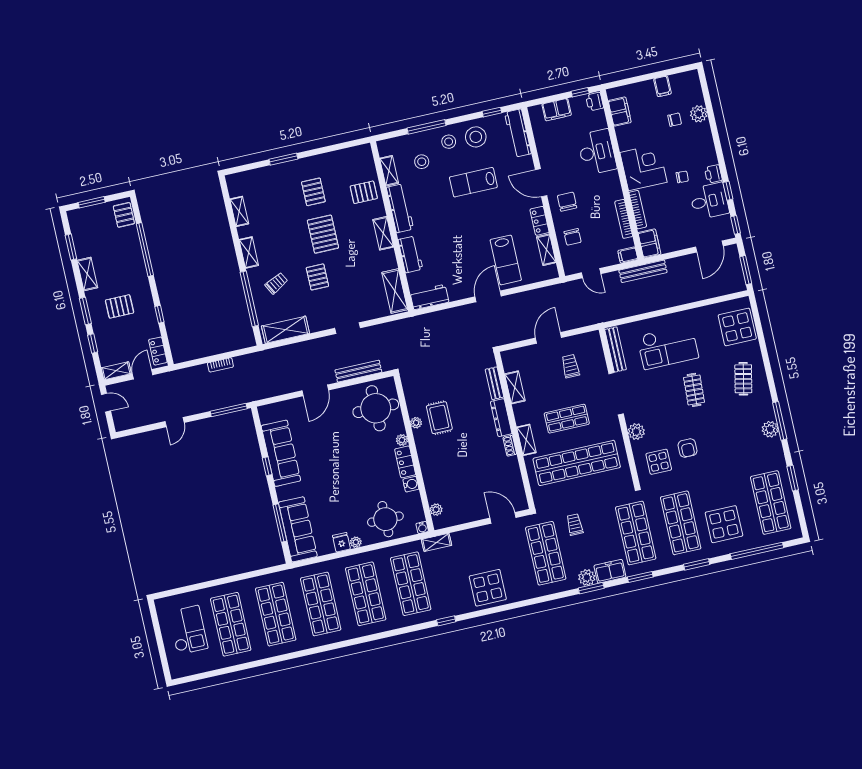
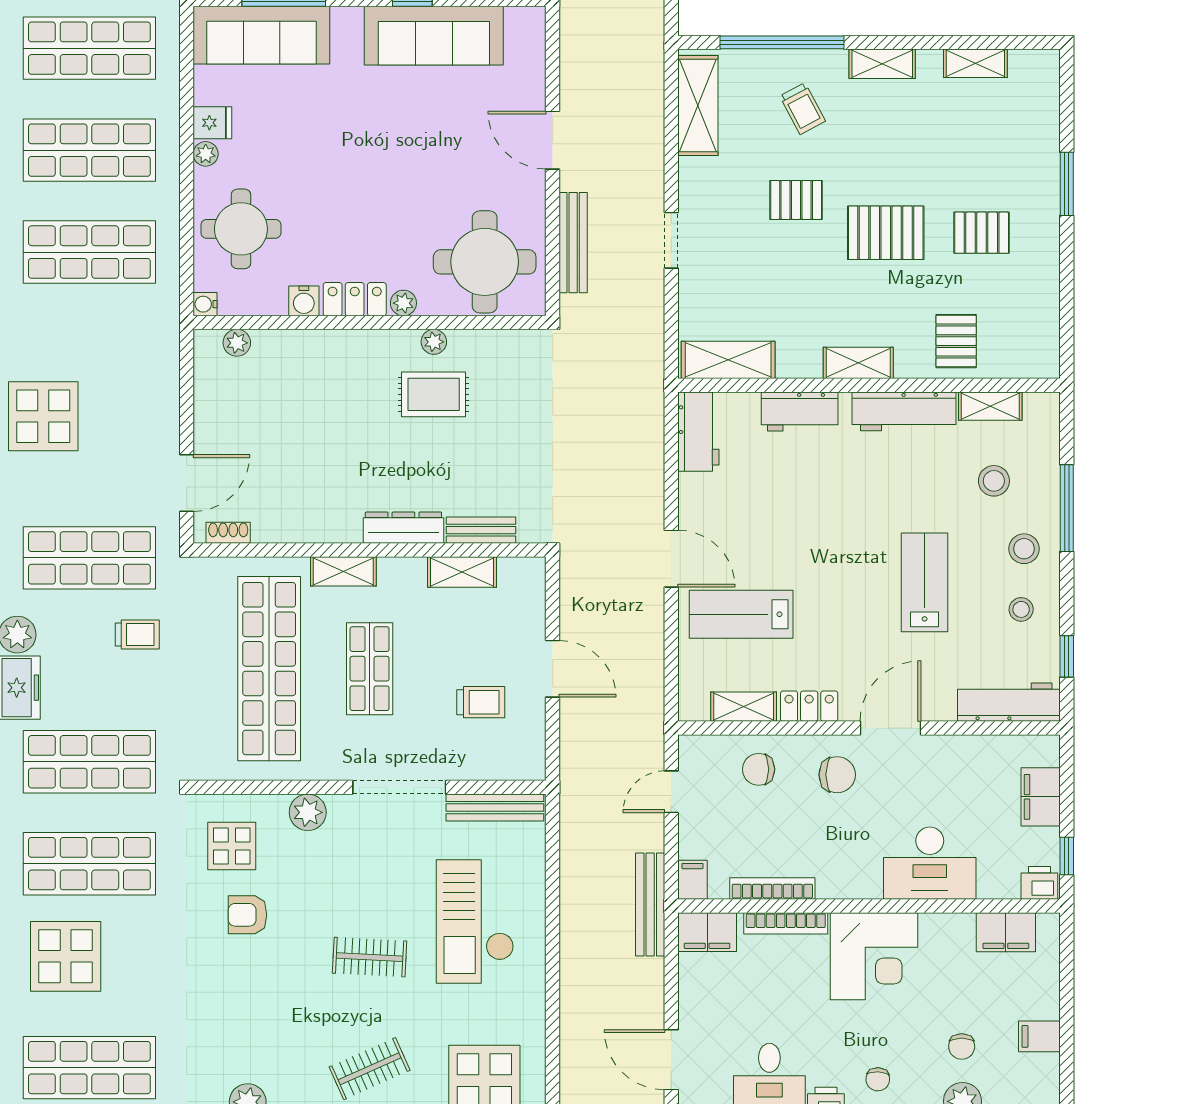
stool: (476, 137) -> (1021, 609), width x0.53, depth x0.53
chair: (682, 177) -> (878, 1079), moved
clothes rail: (743, 379) -> (370, 1069), turned -36
shoe rack: (510, 446) -> (228, 533), moved
shelving: (436, 542) -> (166, 328), removed

